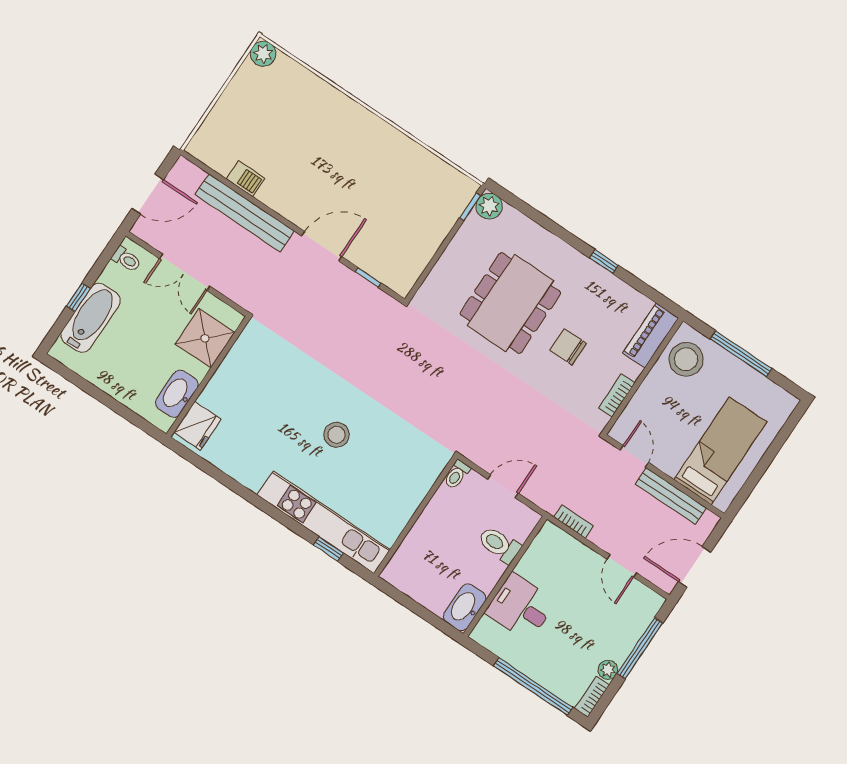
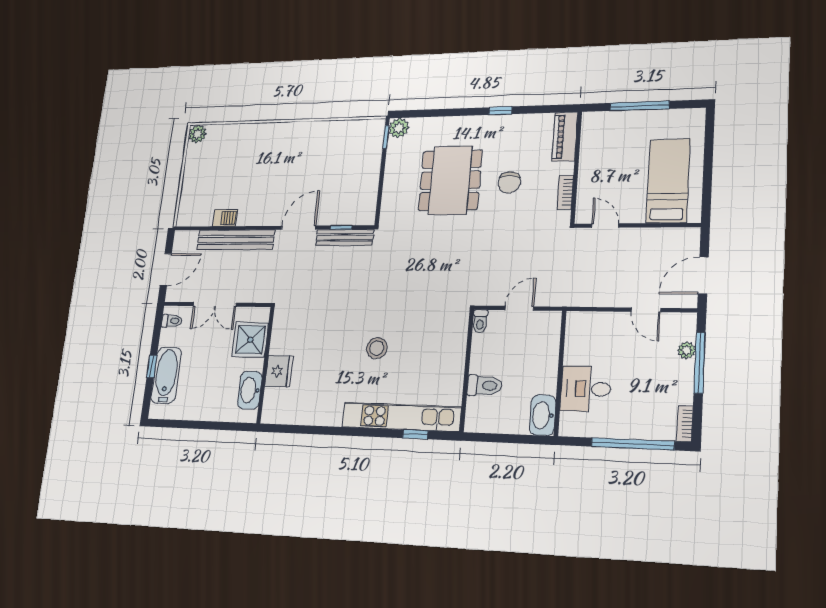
chair: (568, 347) -> (509, 182), turned -90
stool: (686, 359) -> (601, 136), removed
fridge: (197, 426) -> (279, 371), moved
bench: (671, 496) -> (345, 237), moved
bookcase: (574, 522) -> (588, 300), removed
toilet: (499, 545) -> (485, 386), moved, turned 180
plant: (608, 670) -> (686, 350), moved

